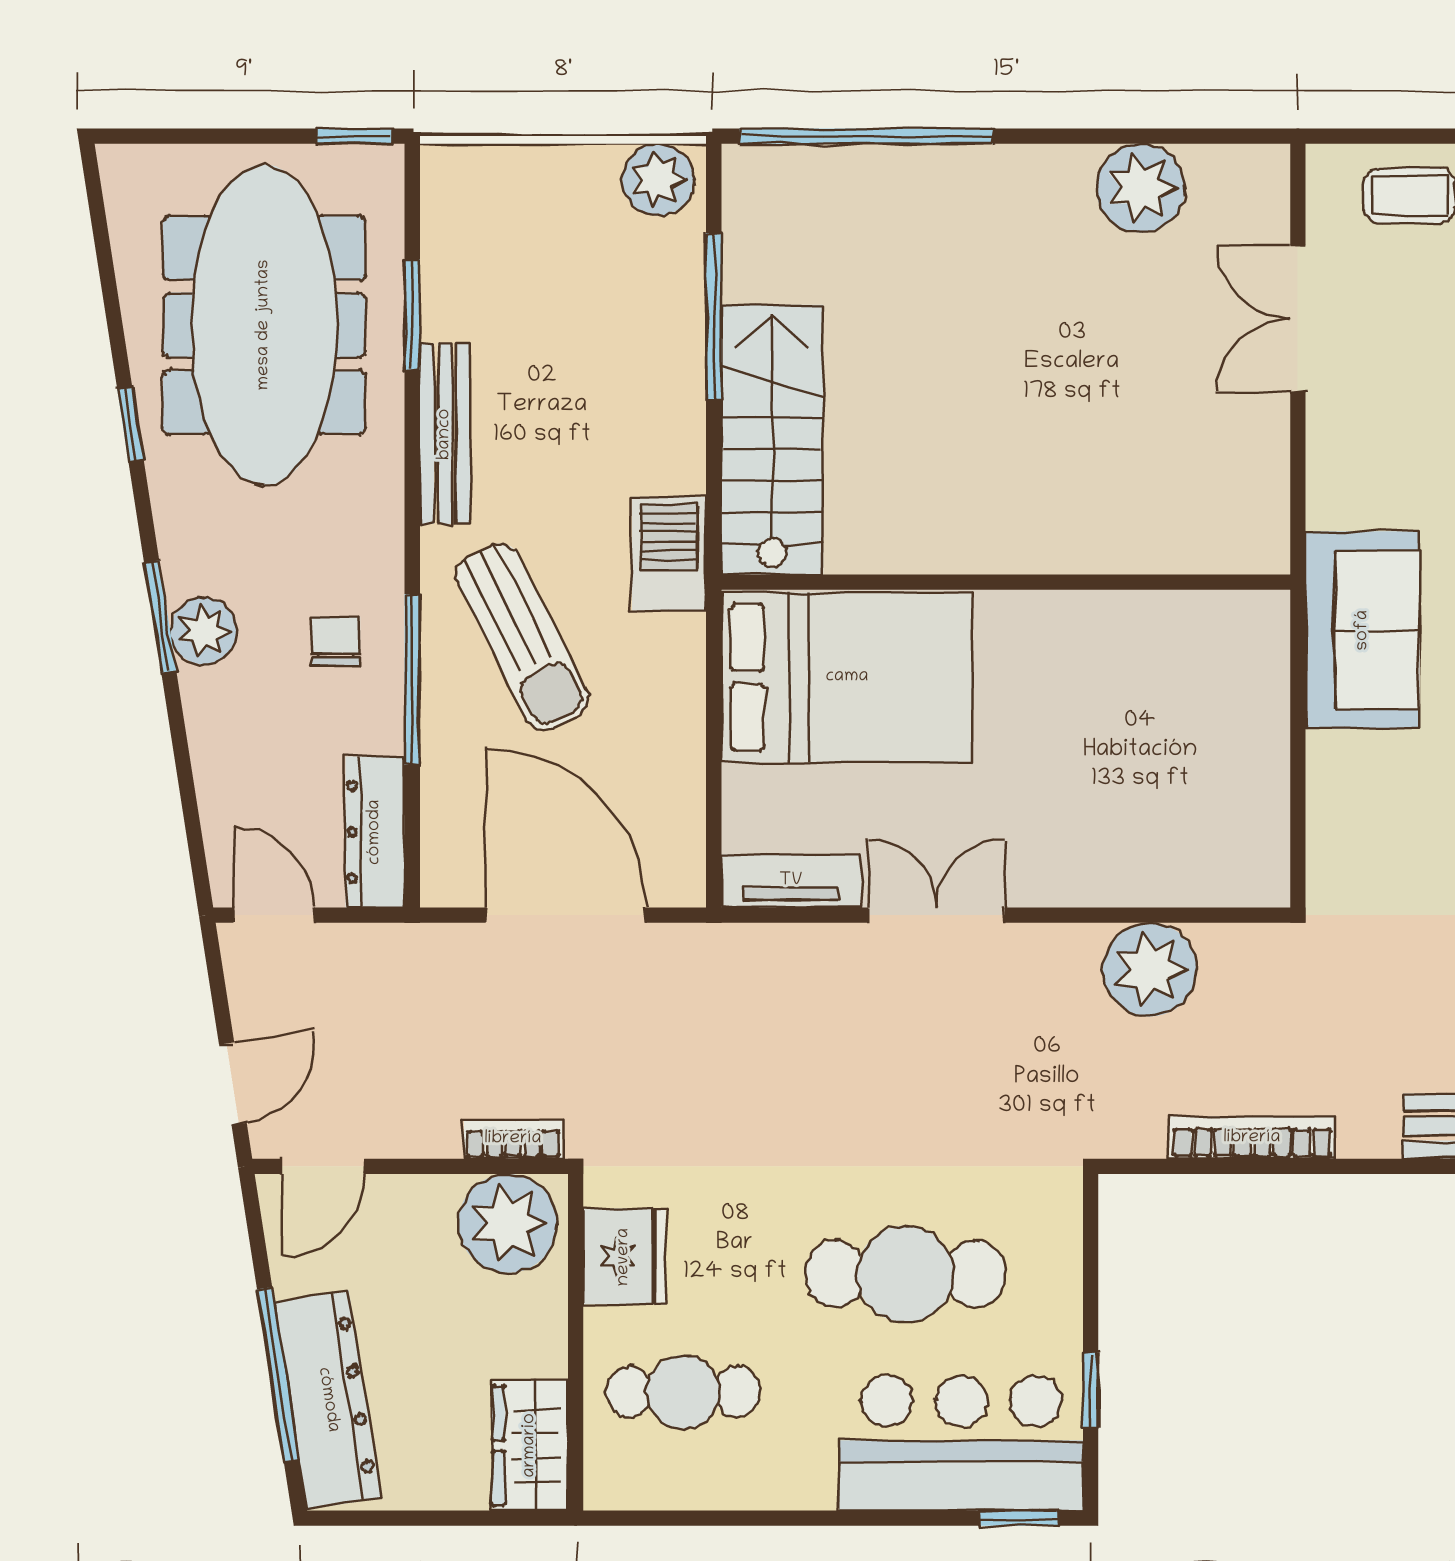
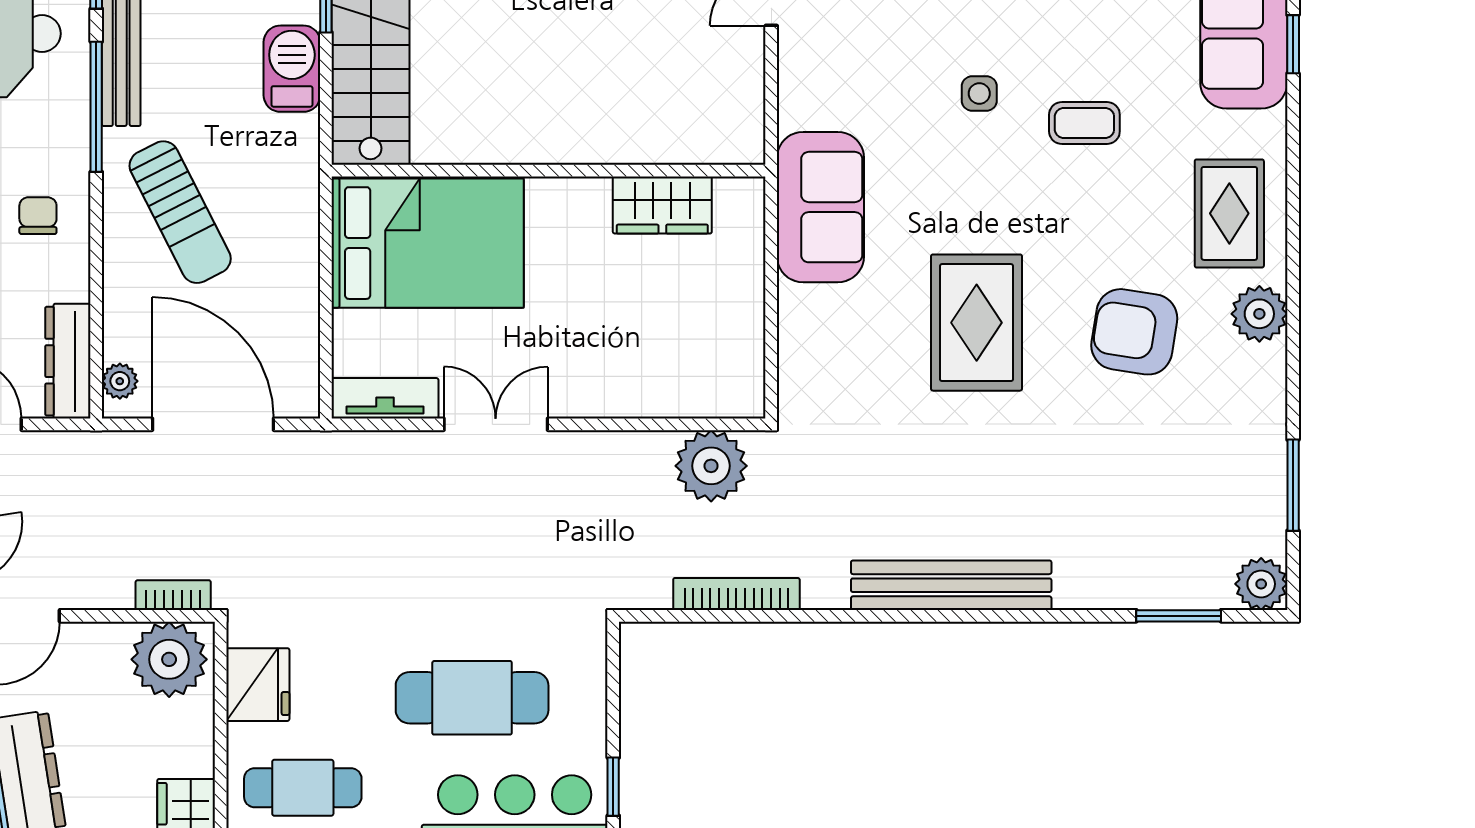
barbecue: (669, 554) -> (292, 69), moved
wardrobe: (1155, 627) -> (662, 205), added
window: (412, 679) -> (96, 107), moved
plant: (443, 858) -> (120, 381), added
plant: (1150, 970) -> (711, 466), moved

